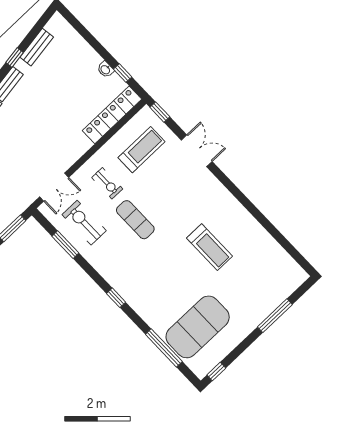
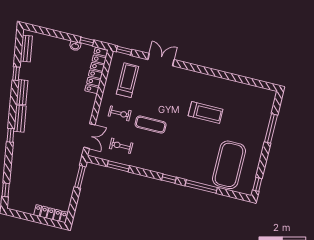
bench: (37, 47) -> (26, 49), moved
exercise bike: (84, 223) -> (121, 146), width x0.73, depth x0.72
window: (164, 348) -> (201, 187), moved

